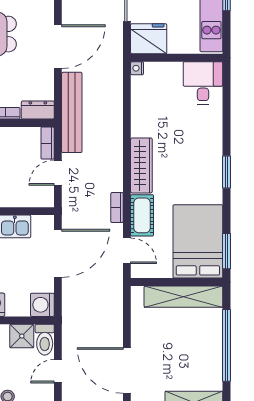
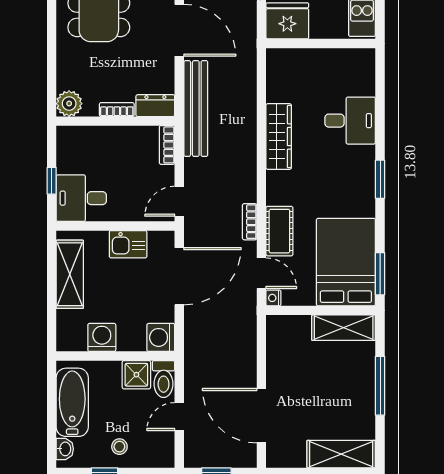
door: (58, 47) -> (179, 30), hinge flipped
nightstand: (137, 68) -> (273, 298), moved
desk: (203, 83) -> (350, 121), moved, turned 90
wardrobe: (141, 165) -> (279, 137), moved
door: (58, 173) -> (179, 201), moved
shelving: (183, 297) -> (344, 328), width x0.68
window: (227, 345) -> (380, 386), width x0.68

